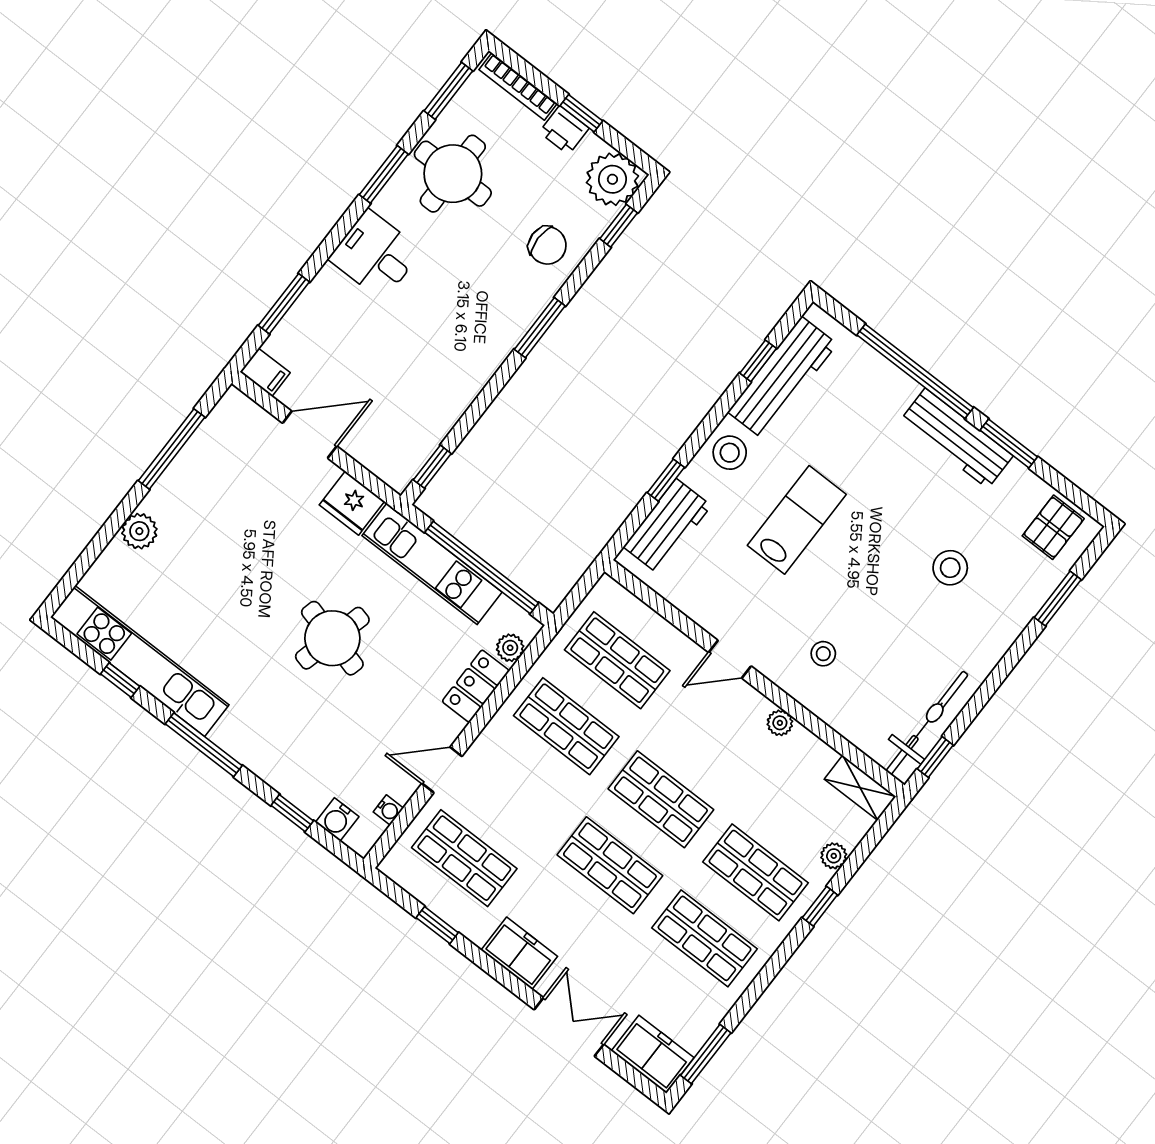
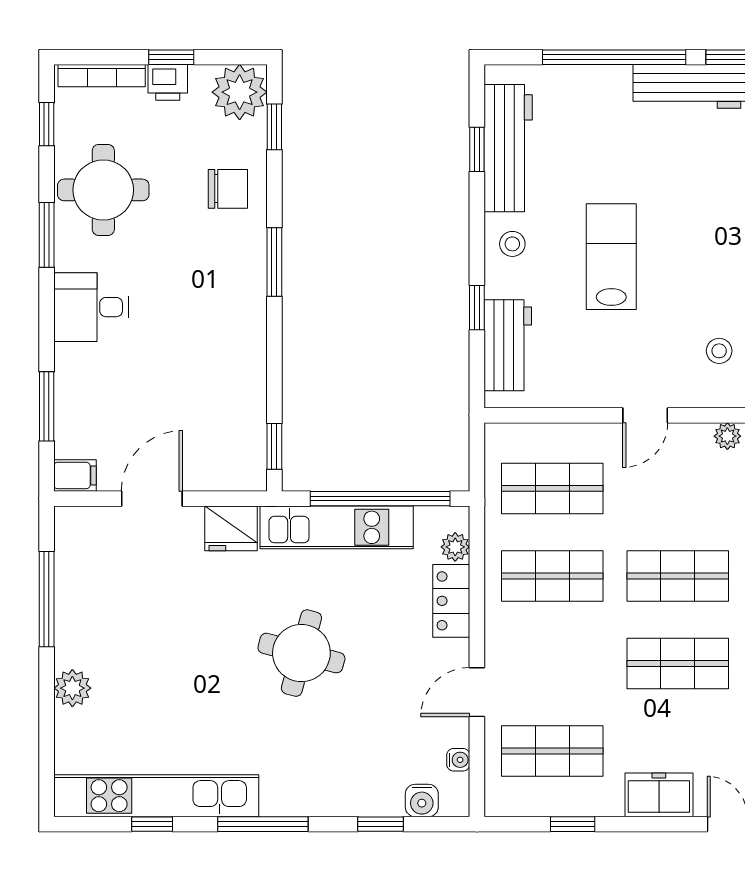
window: (448, 91) -> (47, 124), width x0.67
stool: (730, 453) -> (512, 244), width x0.73, depth x0.73

